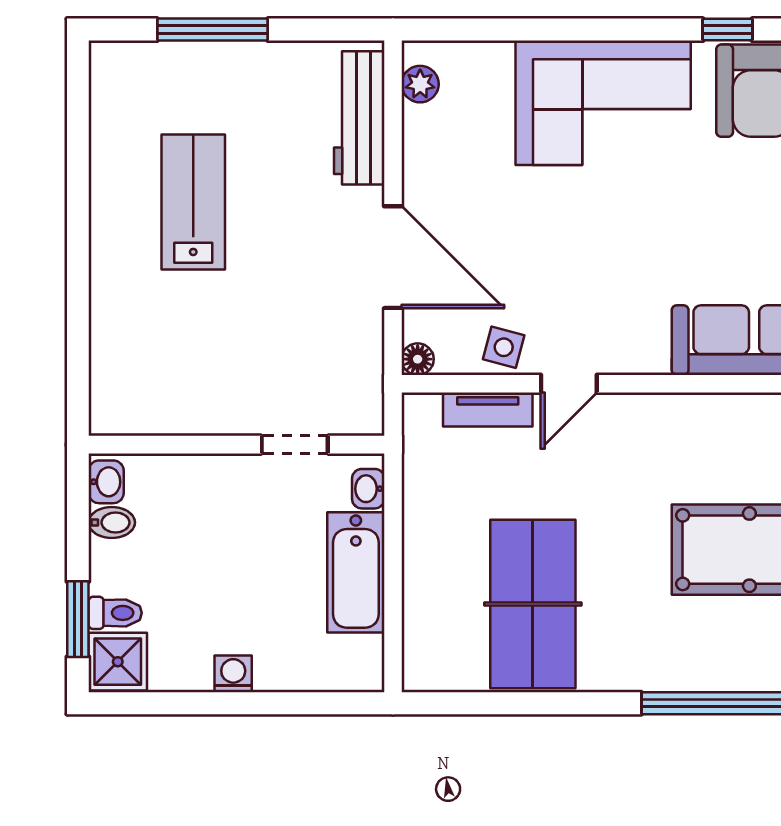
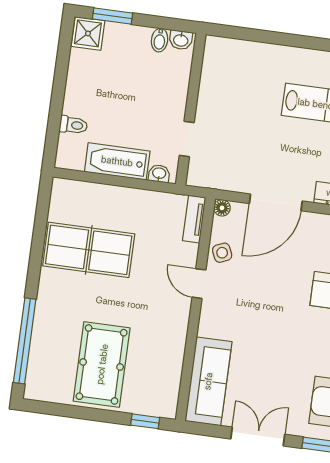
side table: (504, 347) -> (222, 253), turned -38
tv unit: (488, 409) -> (194, 219), moved
toilet: (115, 613) -> (73, 125), moved, turned -90
washing machine: (233, 674) -> (74, 92), removed

